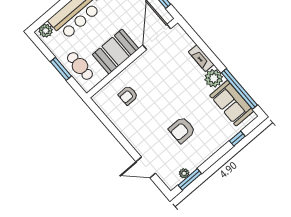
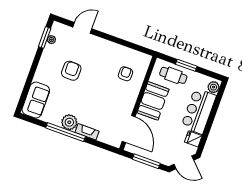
window: (239, 89) -> (66, 132), moved
sofa: (232, 103) -> (36, 100), moved, turned 90
window: (237, 138) -> (27, 88), removed

